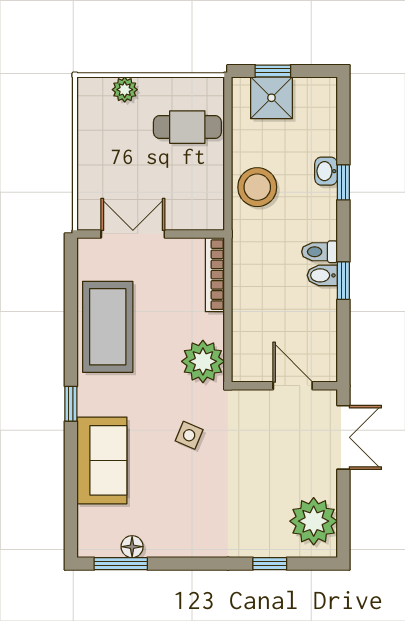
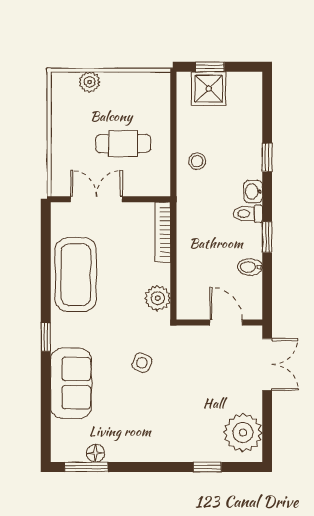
cafe table: (187, 127) -> (123, 144), moved
washbasin: (326, 171) -> (253, 191), moved
stool: (257, 187) -> (197, 161), width x0.53, depth x0.53
bidet: (322, 275) -> (250, 267), moved
plant: (203, 361) -> (158, 298), width x0.73, depth x0.73

